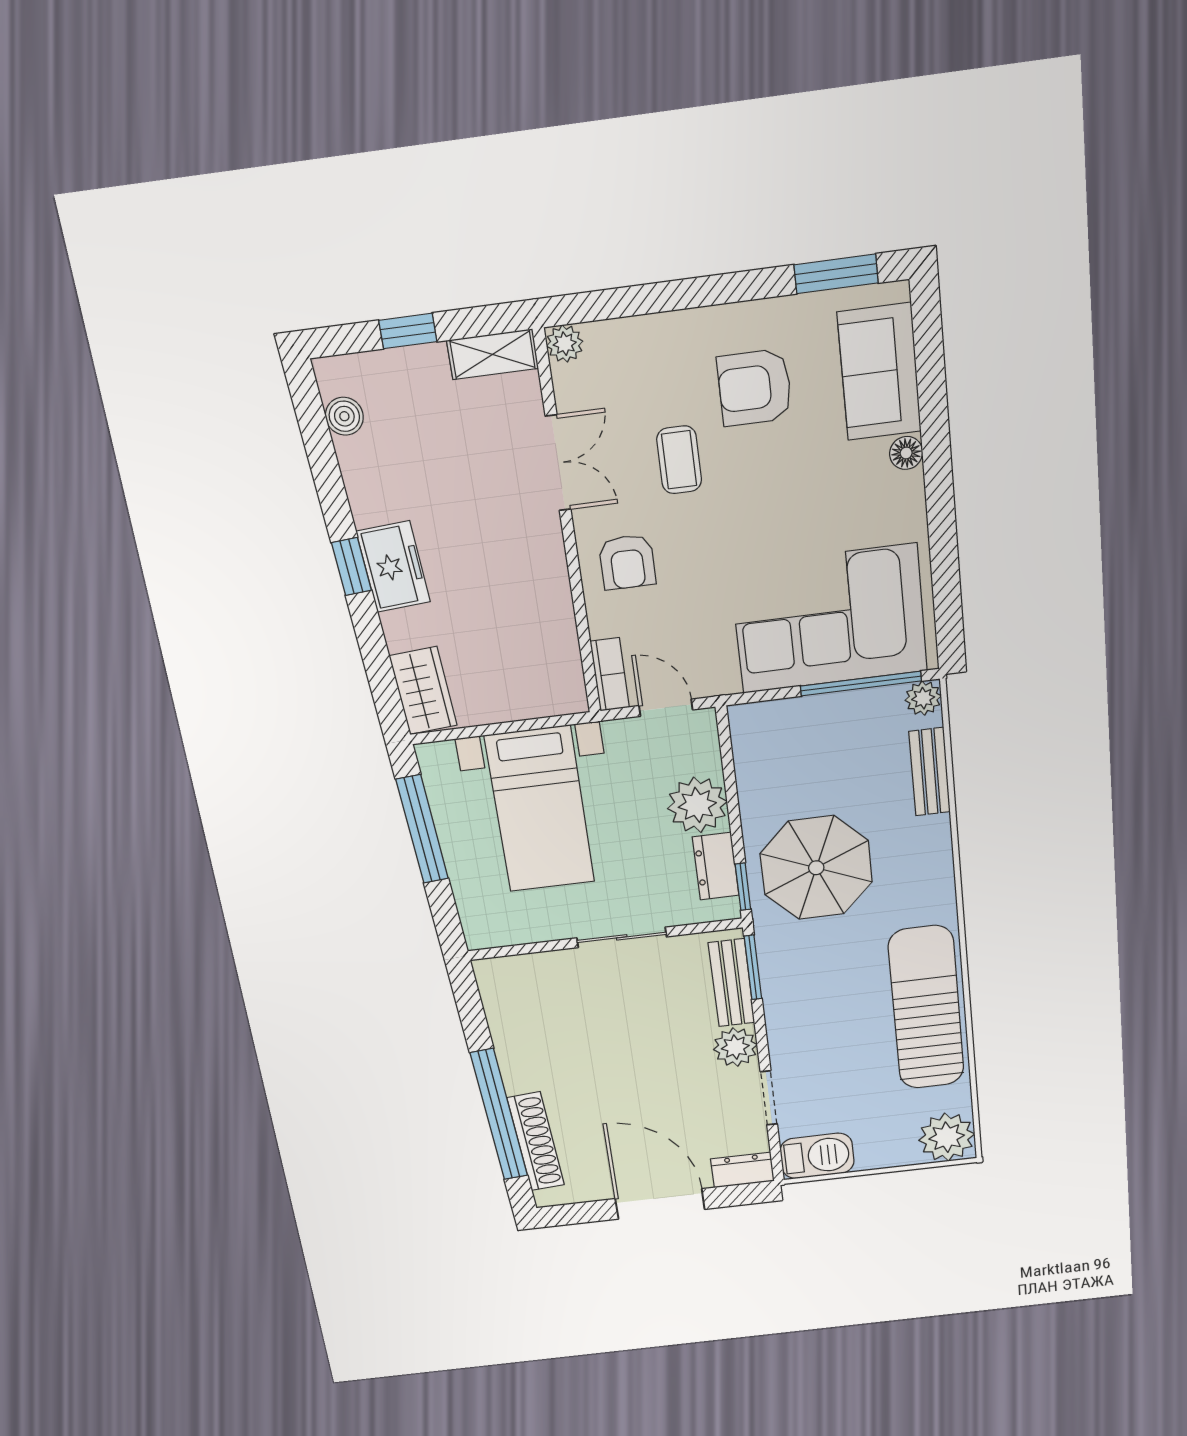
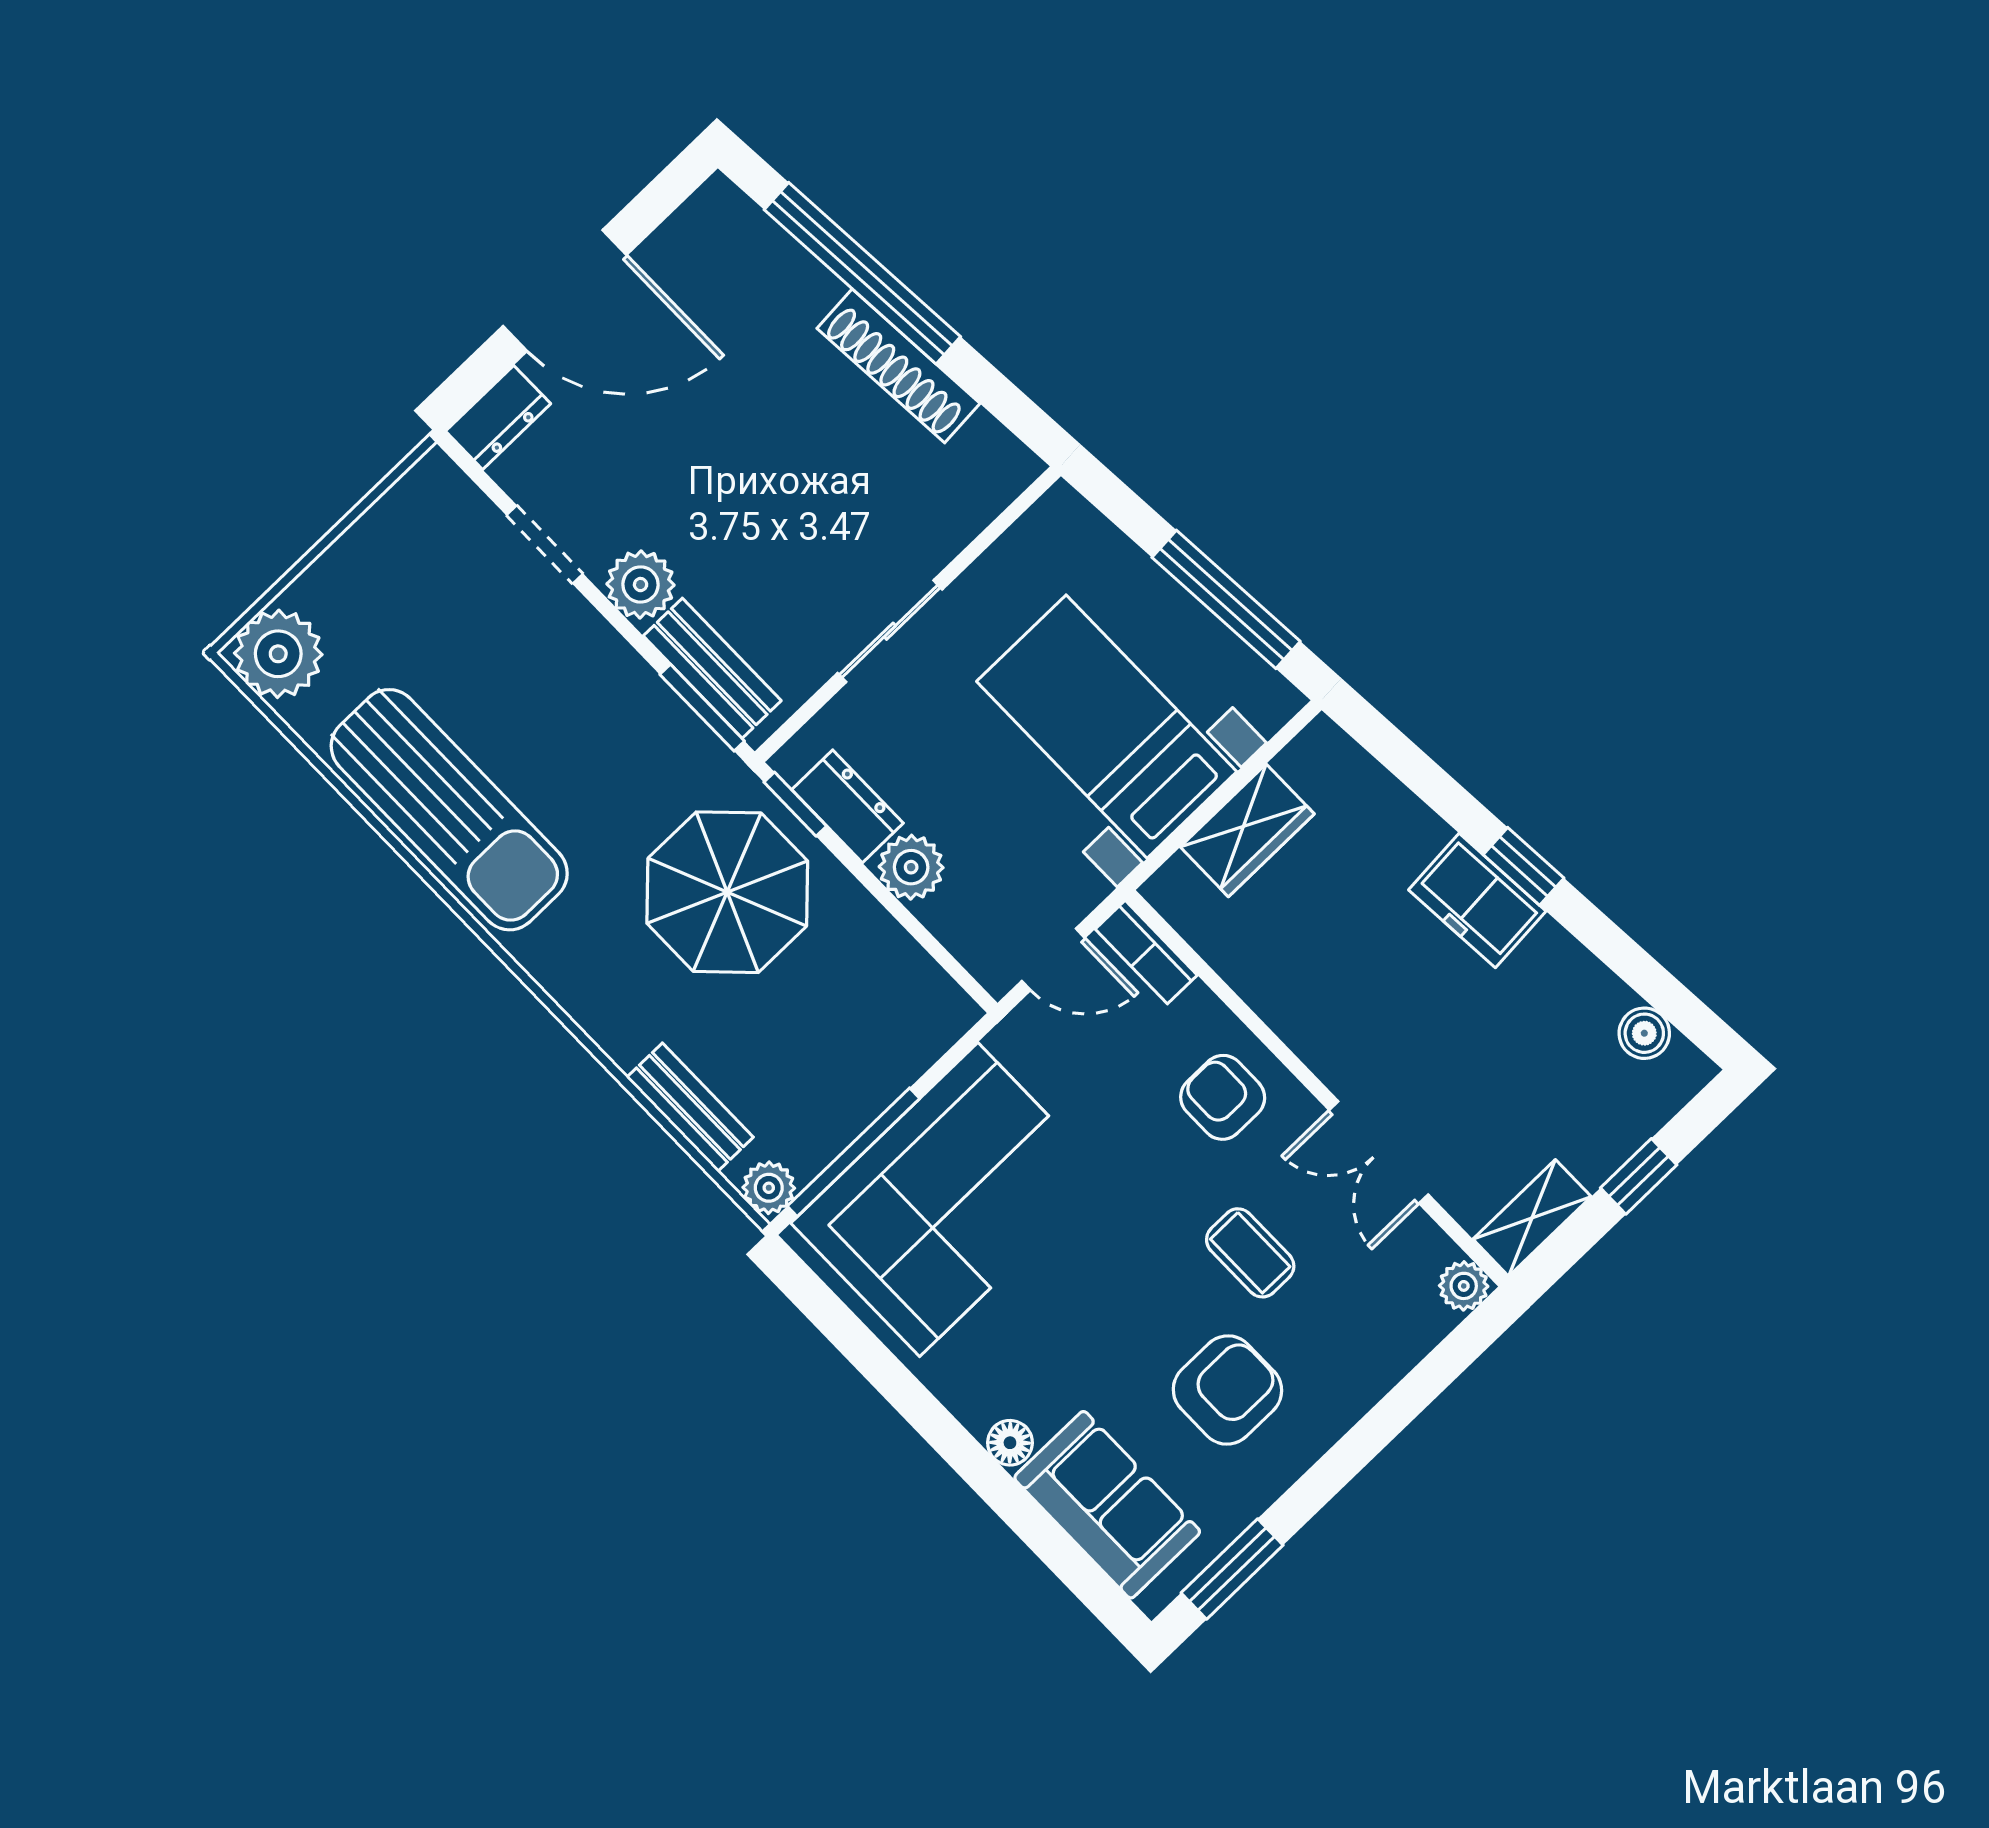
wardrobe: (423, 691) -> (1247, 830), moved, turned -86
plant: (697, 805) -> (911, 867), width x0.73, depth x0.73
shoe rack: (536, 1142) -> (898, 366), moved
barbecue: (817, 1156) -> (420, 507), removed

